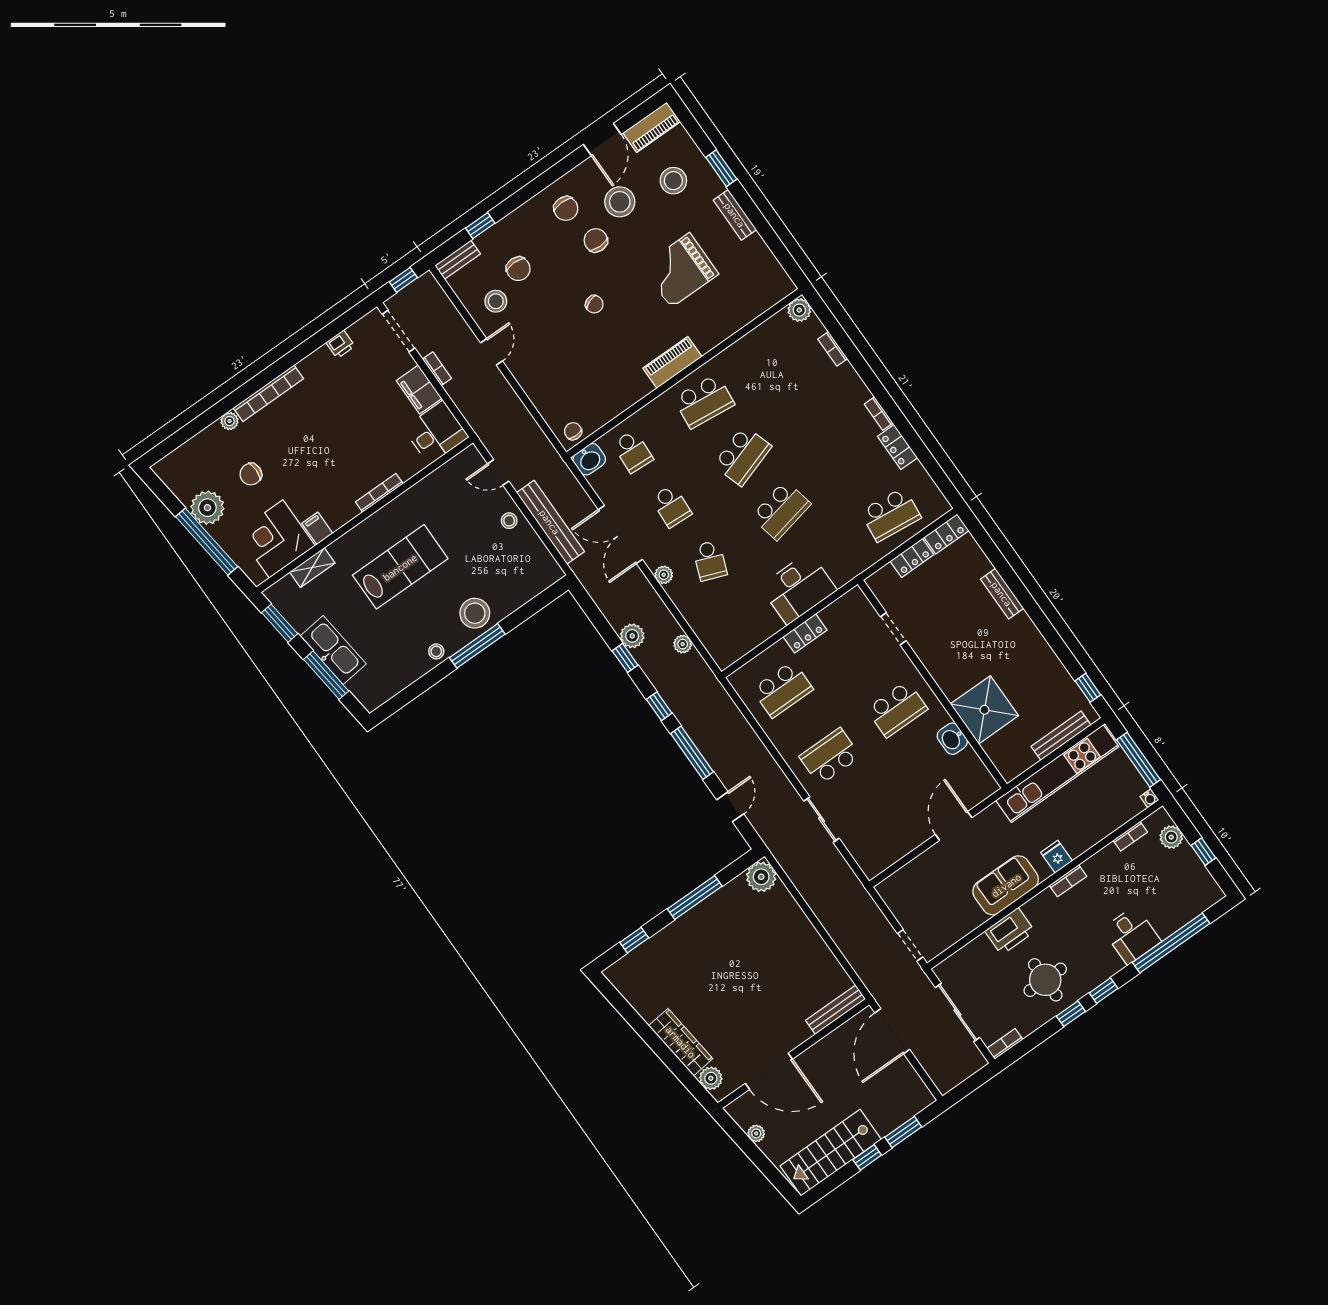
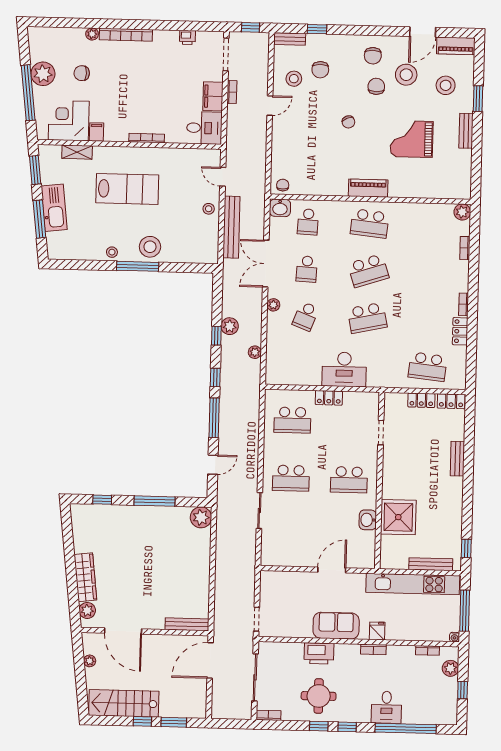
school desk: (830, 756) -> (291, 478), turned 180

